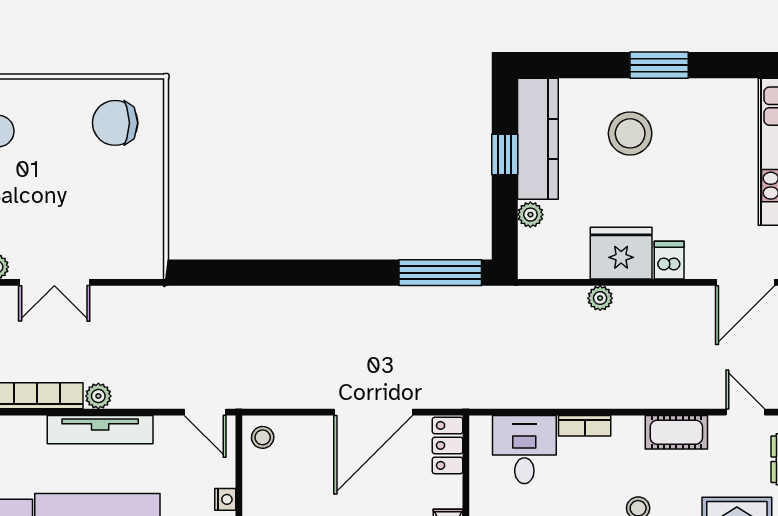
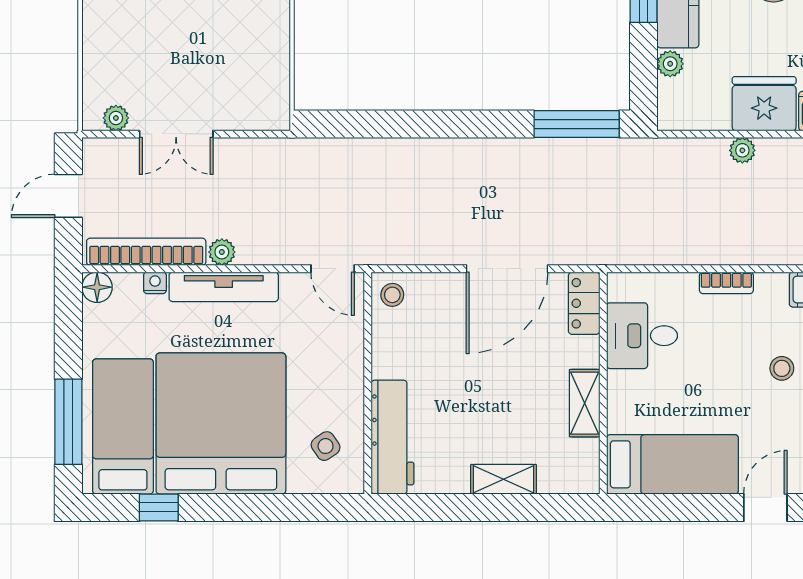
desk: (524, 450) -> (642, 336), moved, turned -90
nightstand: (225, 499) -> (155, 283), moved, turned -90

